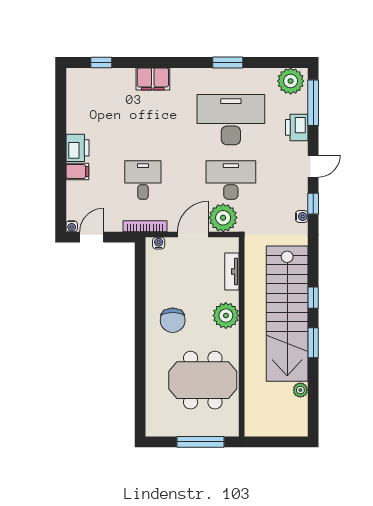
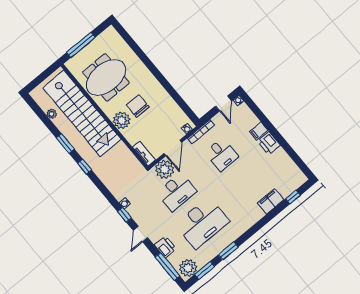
window: (274, 62) -> (205, 270), added
filing cabinet: (153, 79) -> (271, 201), moved
tv unit: (232, 272) -> (144, 154), moved
stairs: (287, 314) -> (82, 113), moved, turned 180
chair: (173, 320) -> (138, 106), moved

